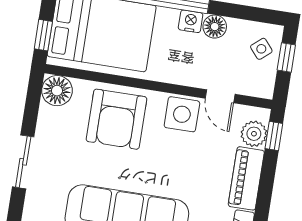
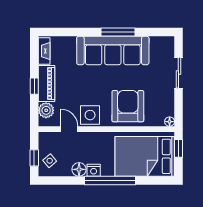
floor lamp: (57, 91) -> (170, 122), width x0.53, depth x0.53
window: (274, 136) -> (34, 86), moved

